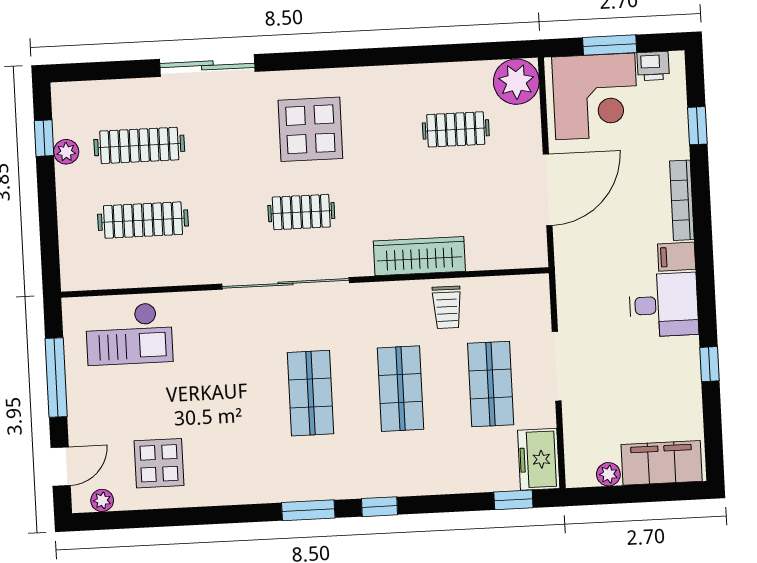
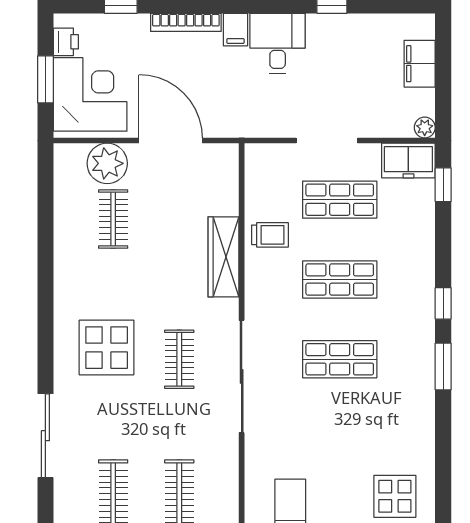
plant: (516, 82) -> (107, 163), moved
filing cabinet: (662, 463) -> (420, 64), width x0.67, depth x0.86
plant: (608, 474) -> (425, 128), moved

